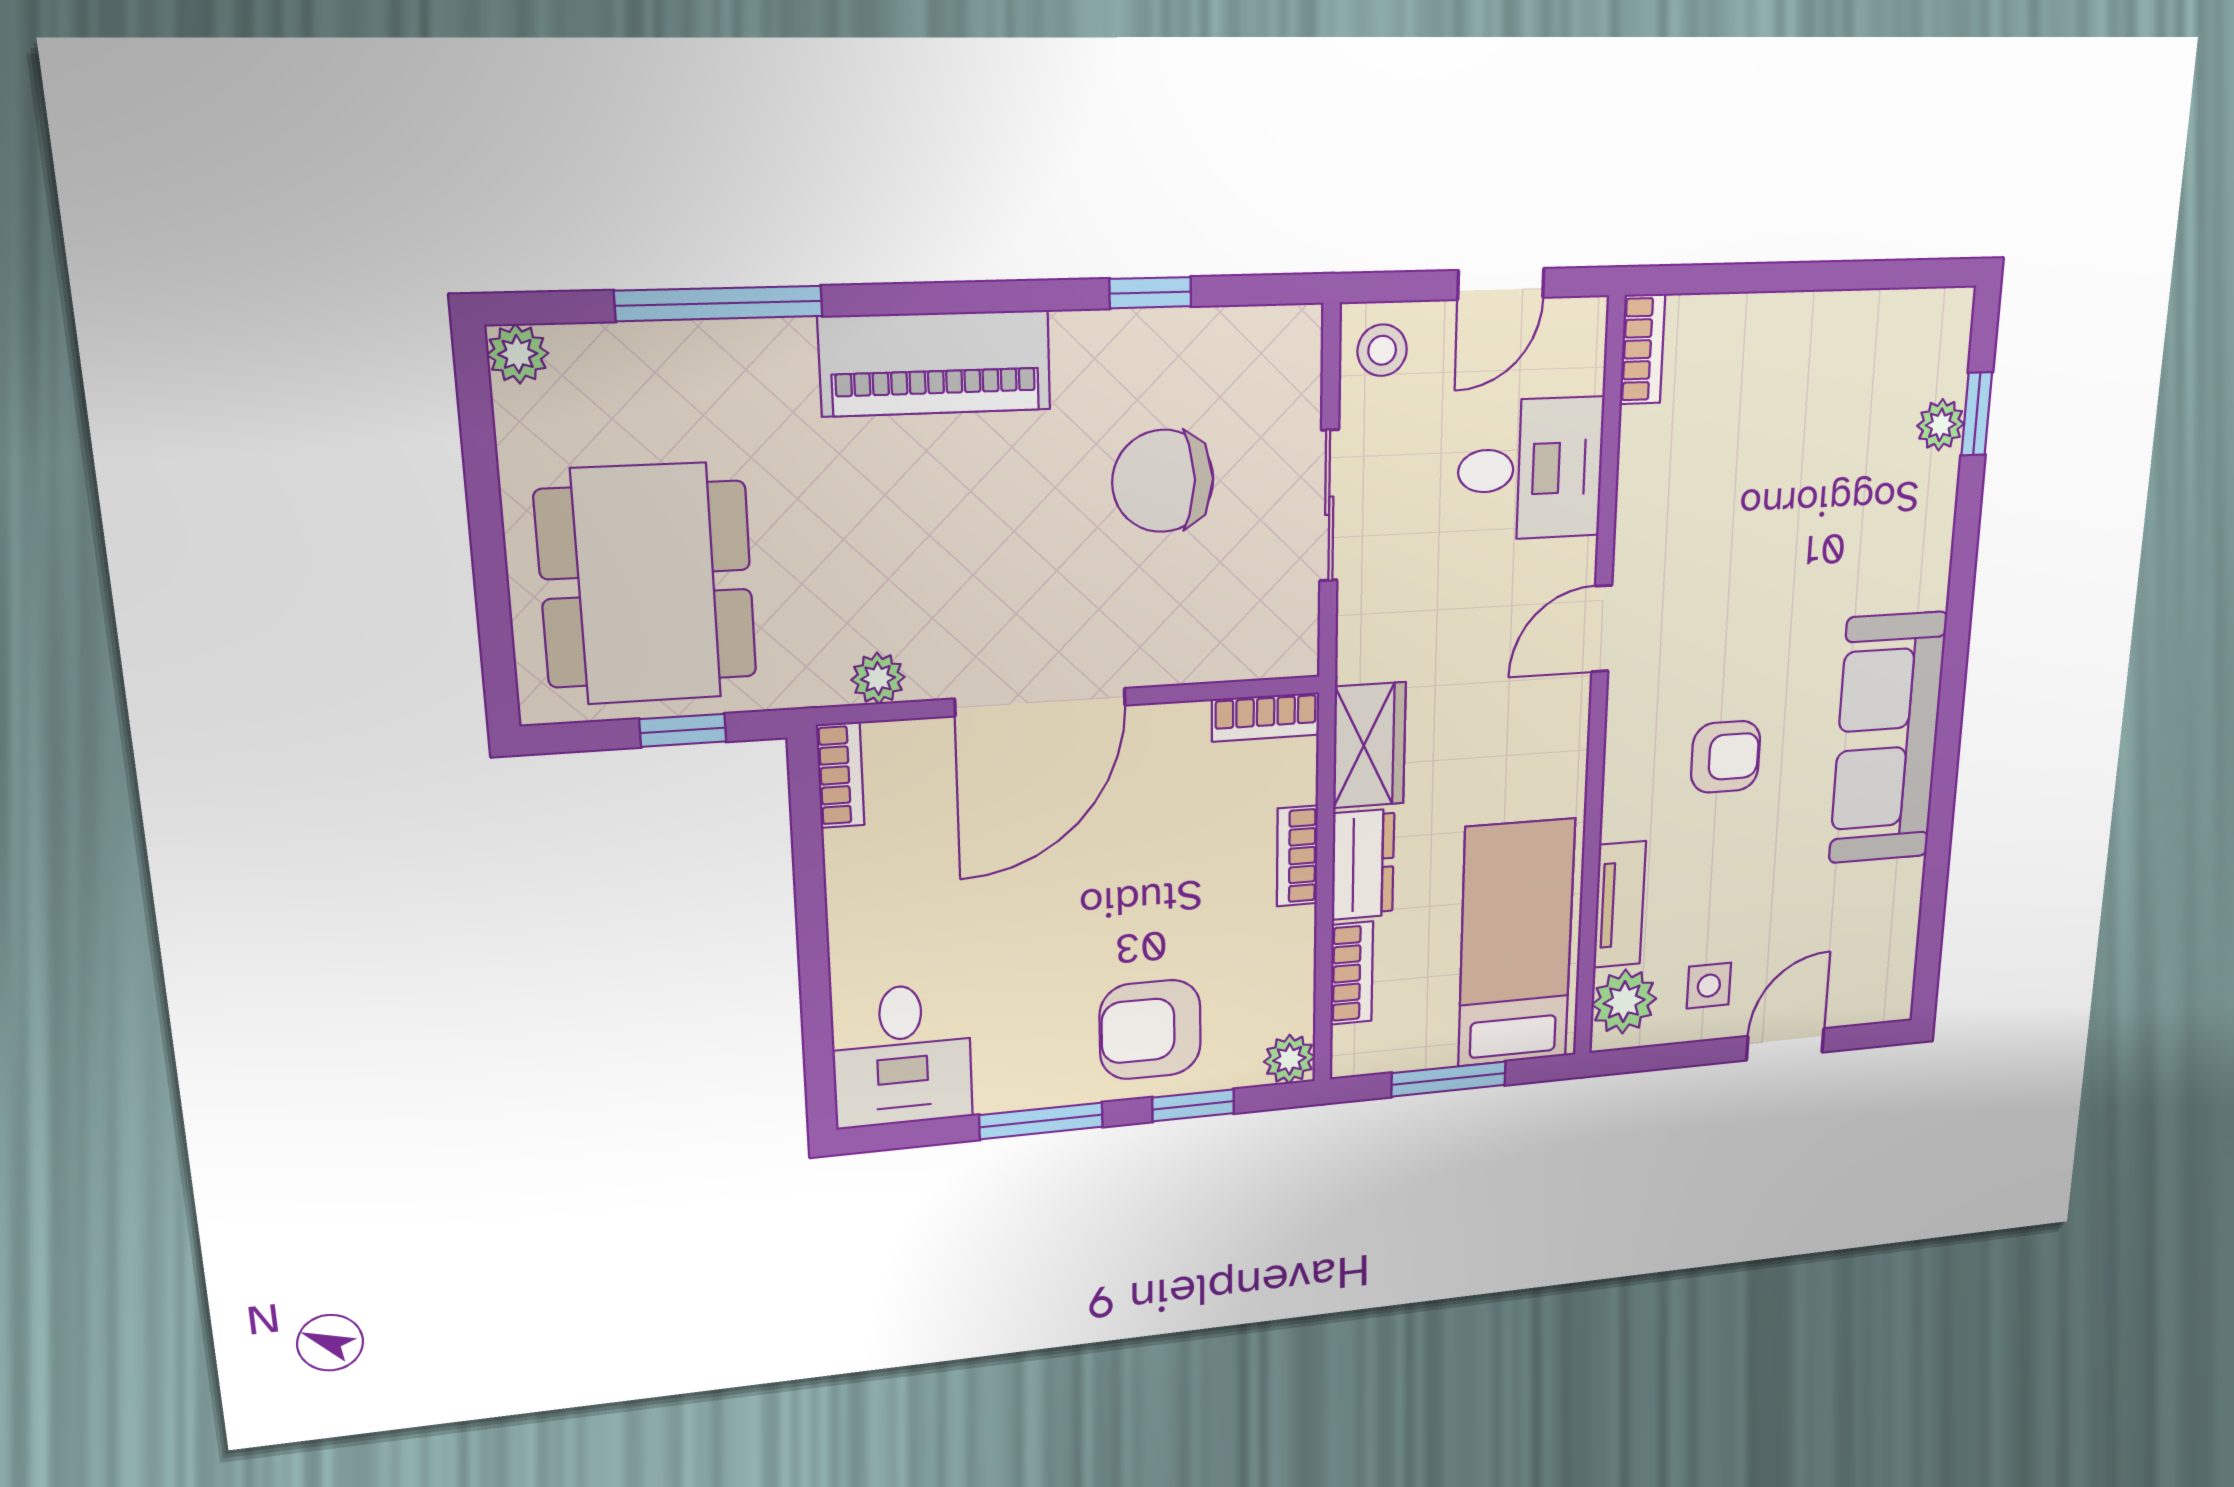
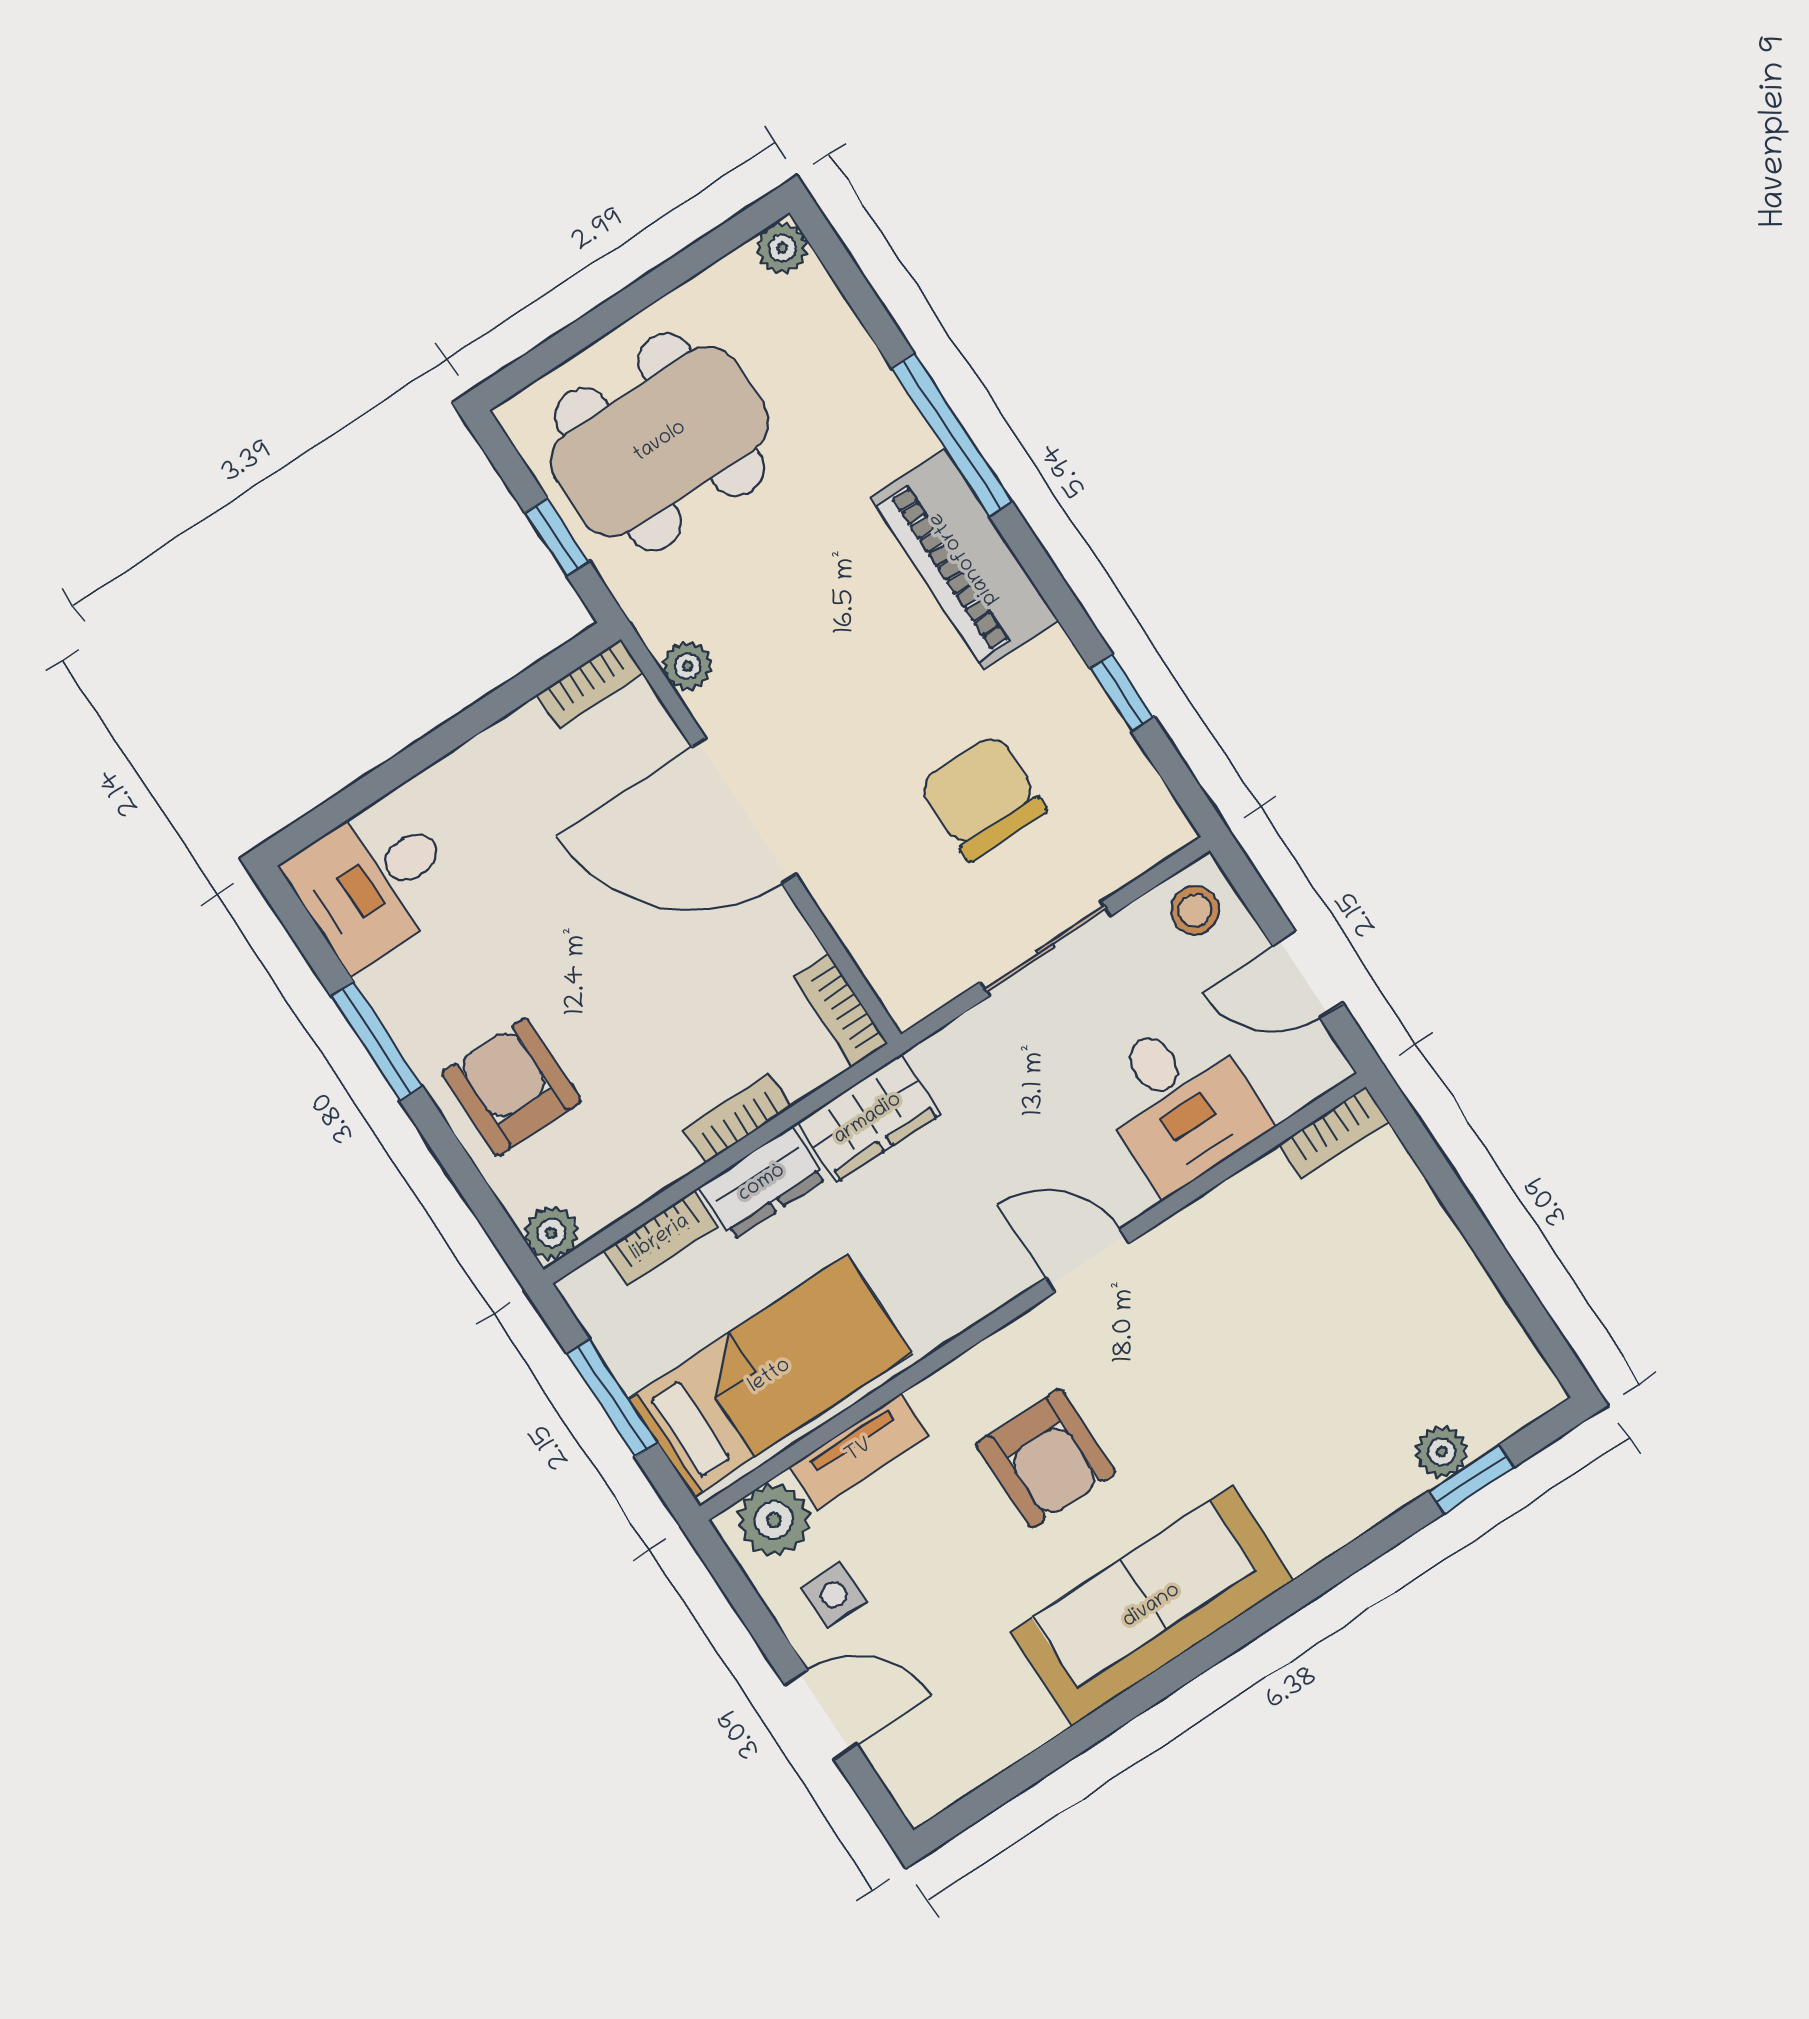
window: (719, 303) -> (952, 435), moved
armchair: (1726, 757) -> (1046, 1458), width x1.38, depth x1.38
window: (1193, 1105) -> (463, 1171), removed

